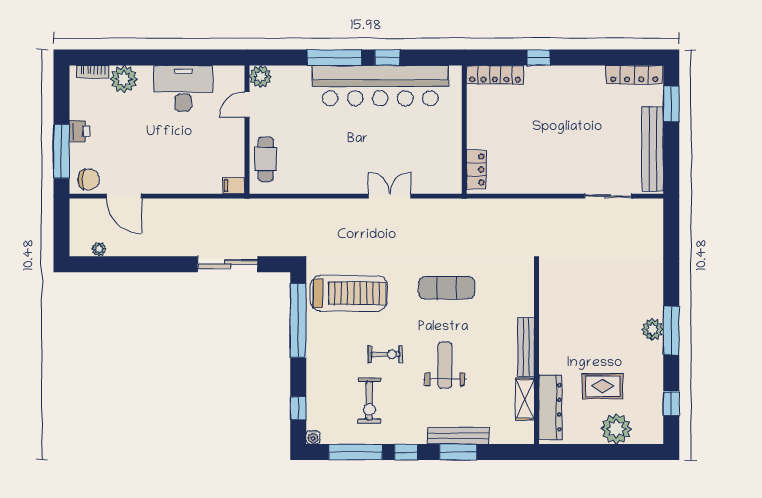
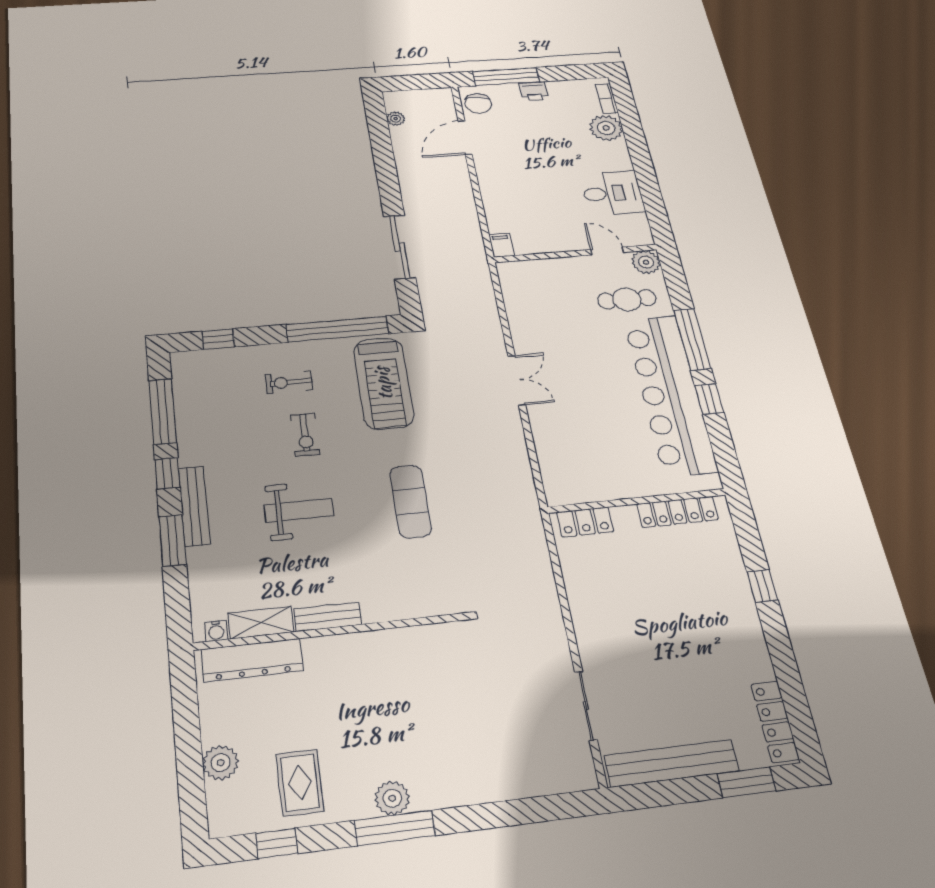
locker: (495, 75) -> (677, 512), moved, turned -90
desk: (183, 88) -> (612, 193), width x0.73
cafe table: (266, 159) -> (627, 299), moved
double door: (390, 196) -> (517, 380), moved
bench: (526, 347) -> (328, 617), width x0.73
rug: (603, 386) -> (300, 783), moved
exercise bike: (369, 401) -> (289, 382), moved, width x0.73, depth x0.72
plant: (616, 429) -> (221, 763), width x0.73, depth x0.73
bench: (458, 436) -> (194, 506), moved
water cooler: (313, 437) -> (216, 631), moved, turned -90

